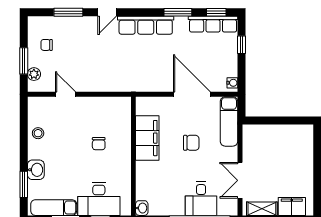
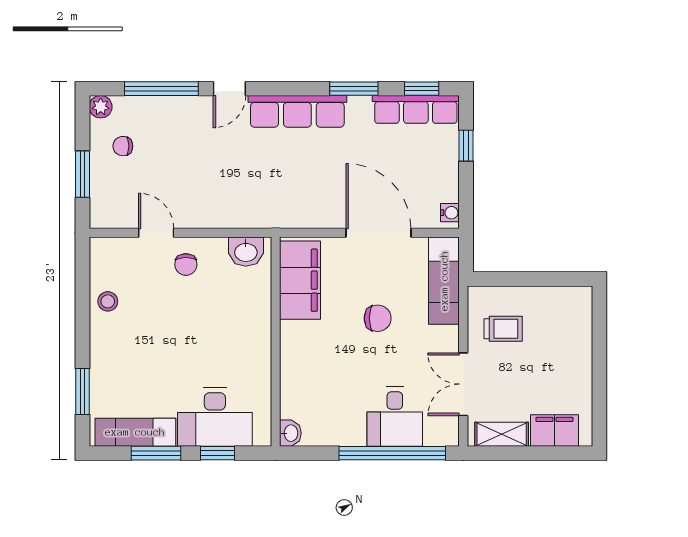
window: (68, 12) -> (161, 89), width x1.44
plant: (34, 74) -> (101, 107), moved
filing cabinet: (147, 138) -> (300, 280), moved
chair: (99, 144) -> (186, 264), moved
trolley: (263, 149) -> (503, 329), added
washbasin: (36, 170) -> (246, 252), moved, turned 90

